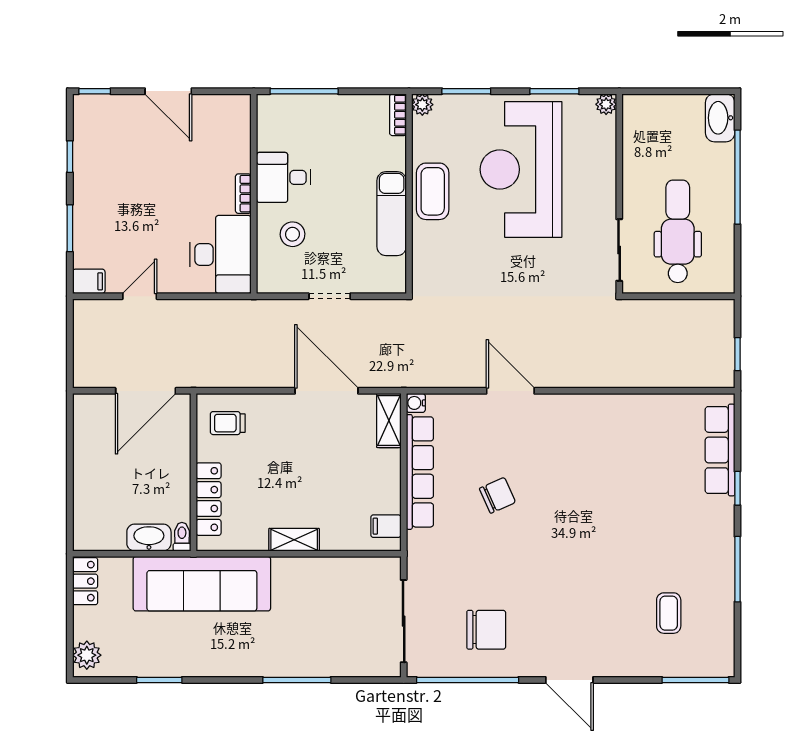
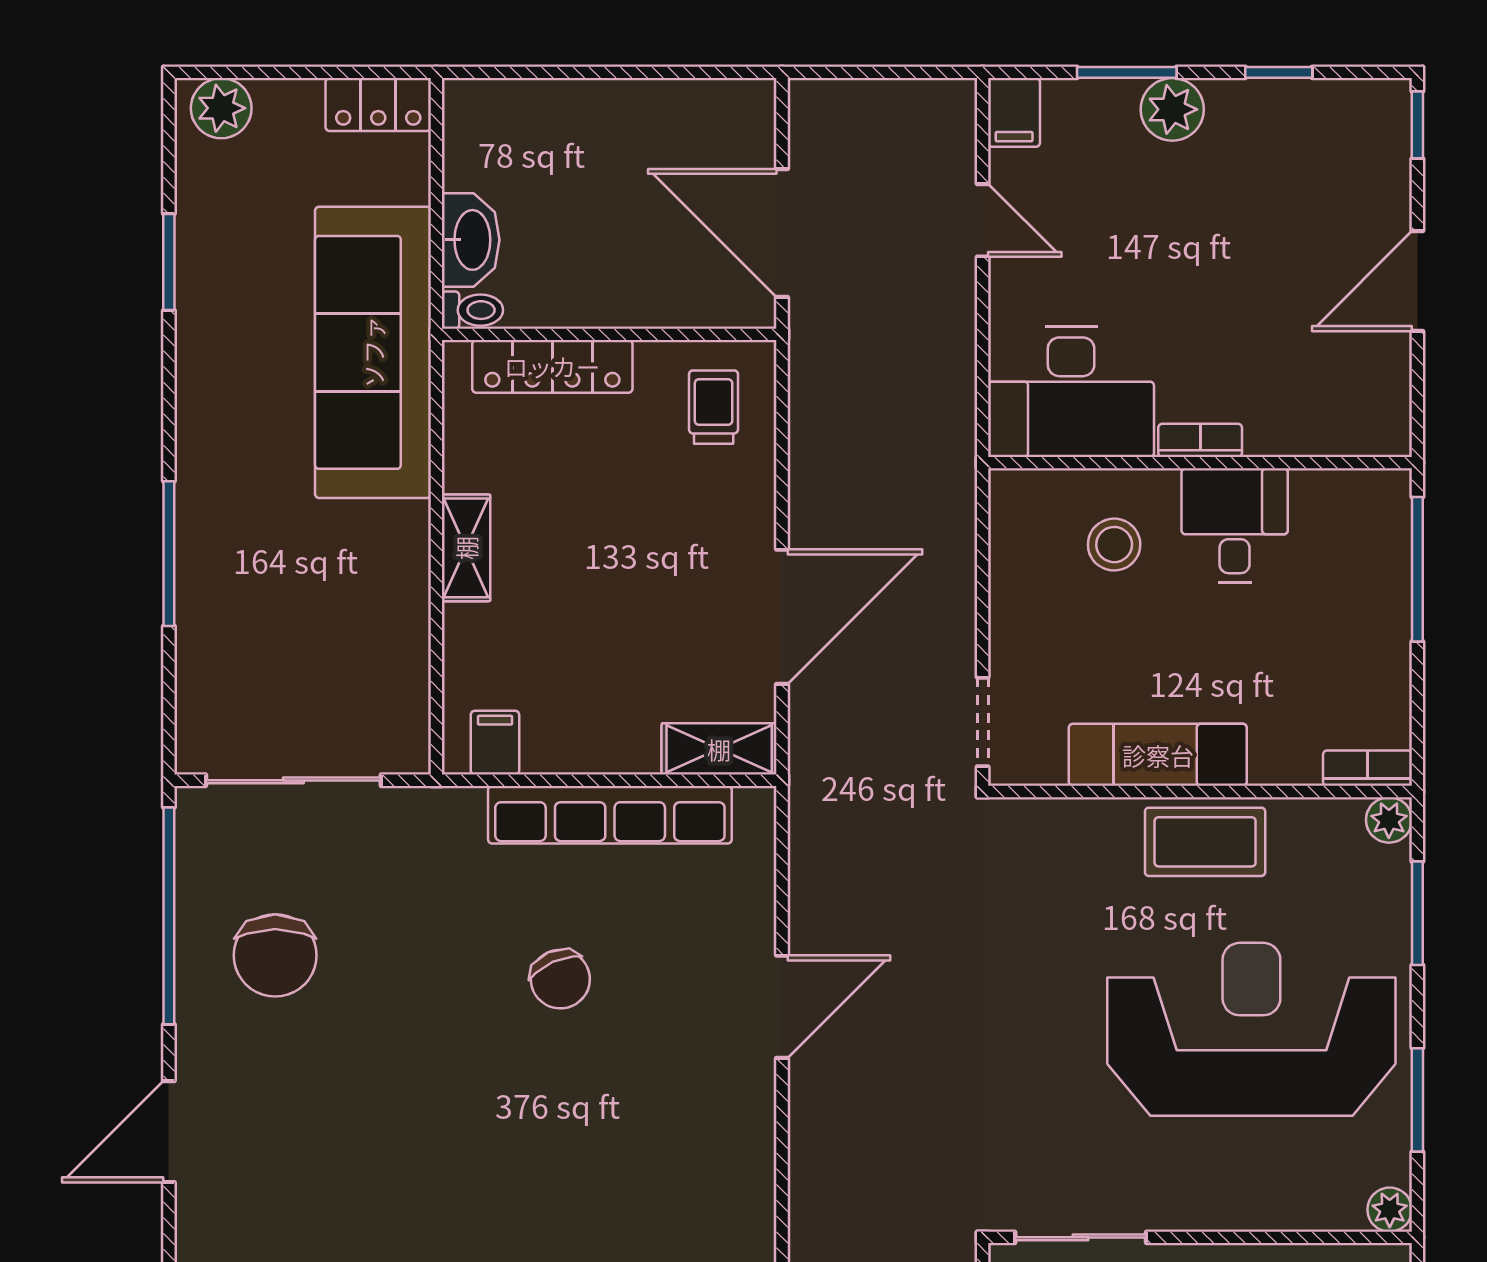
plant: (87, 207) -> (1172, 109), added
doorway: (330, 296) -> (983, 722), moved
water cooler: (416, 403) -> (756, 806), removed

